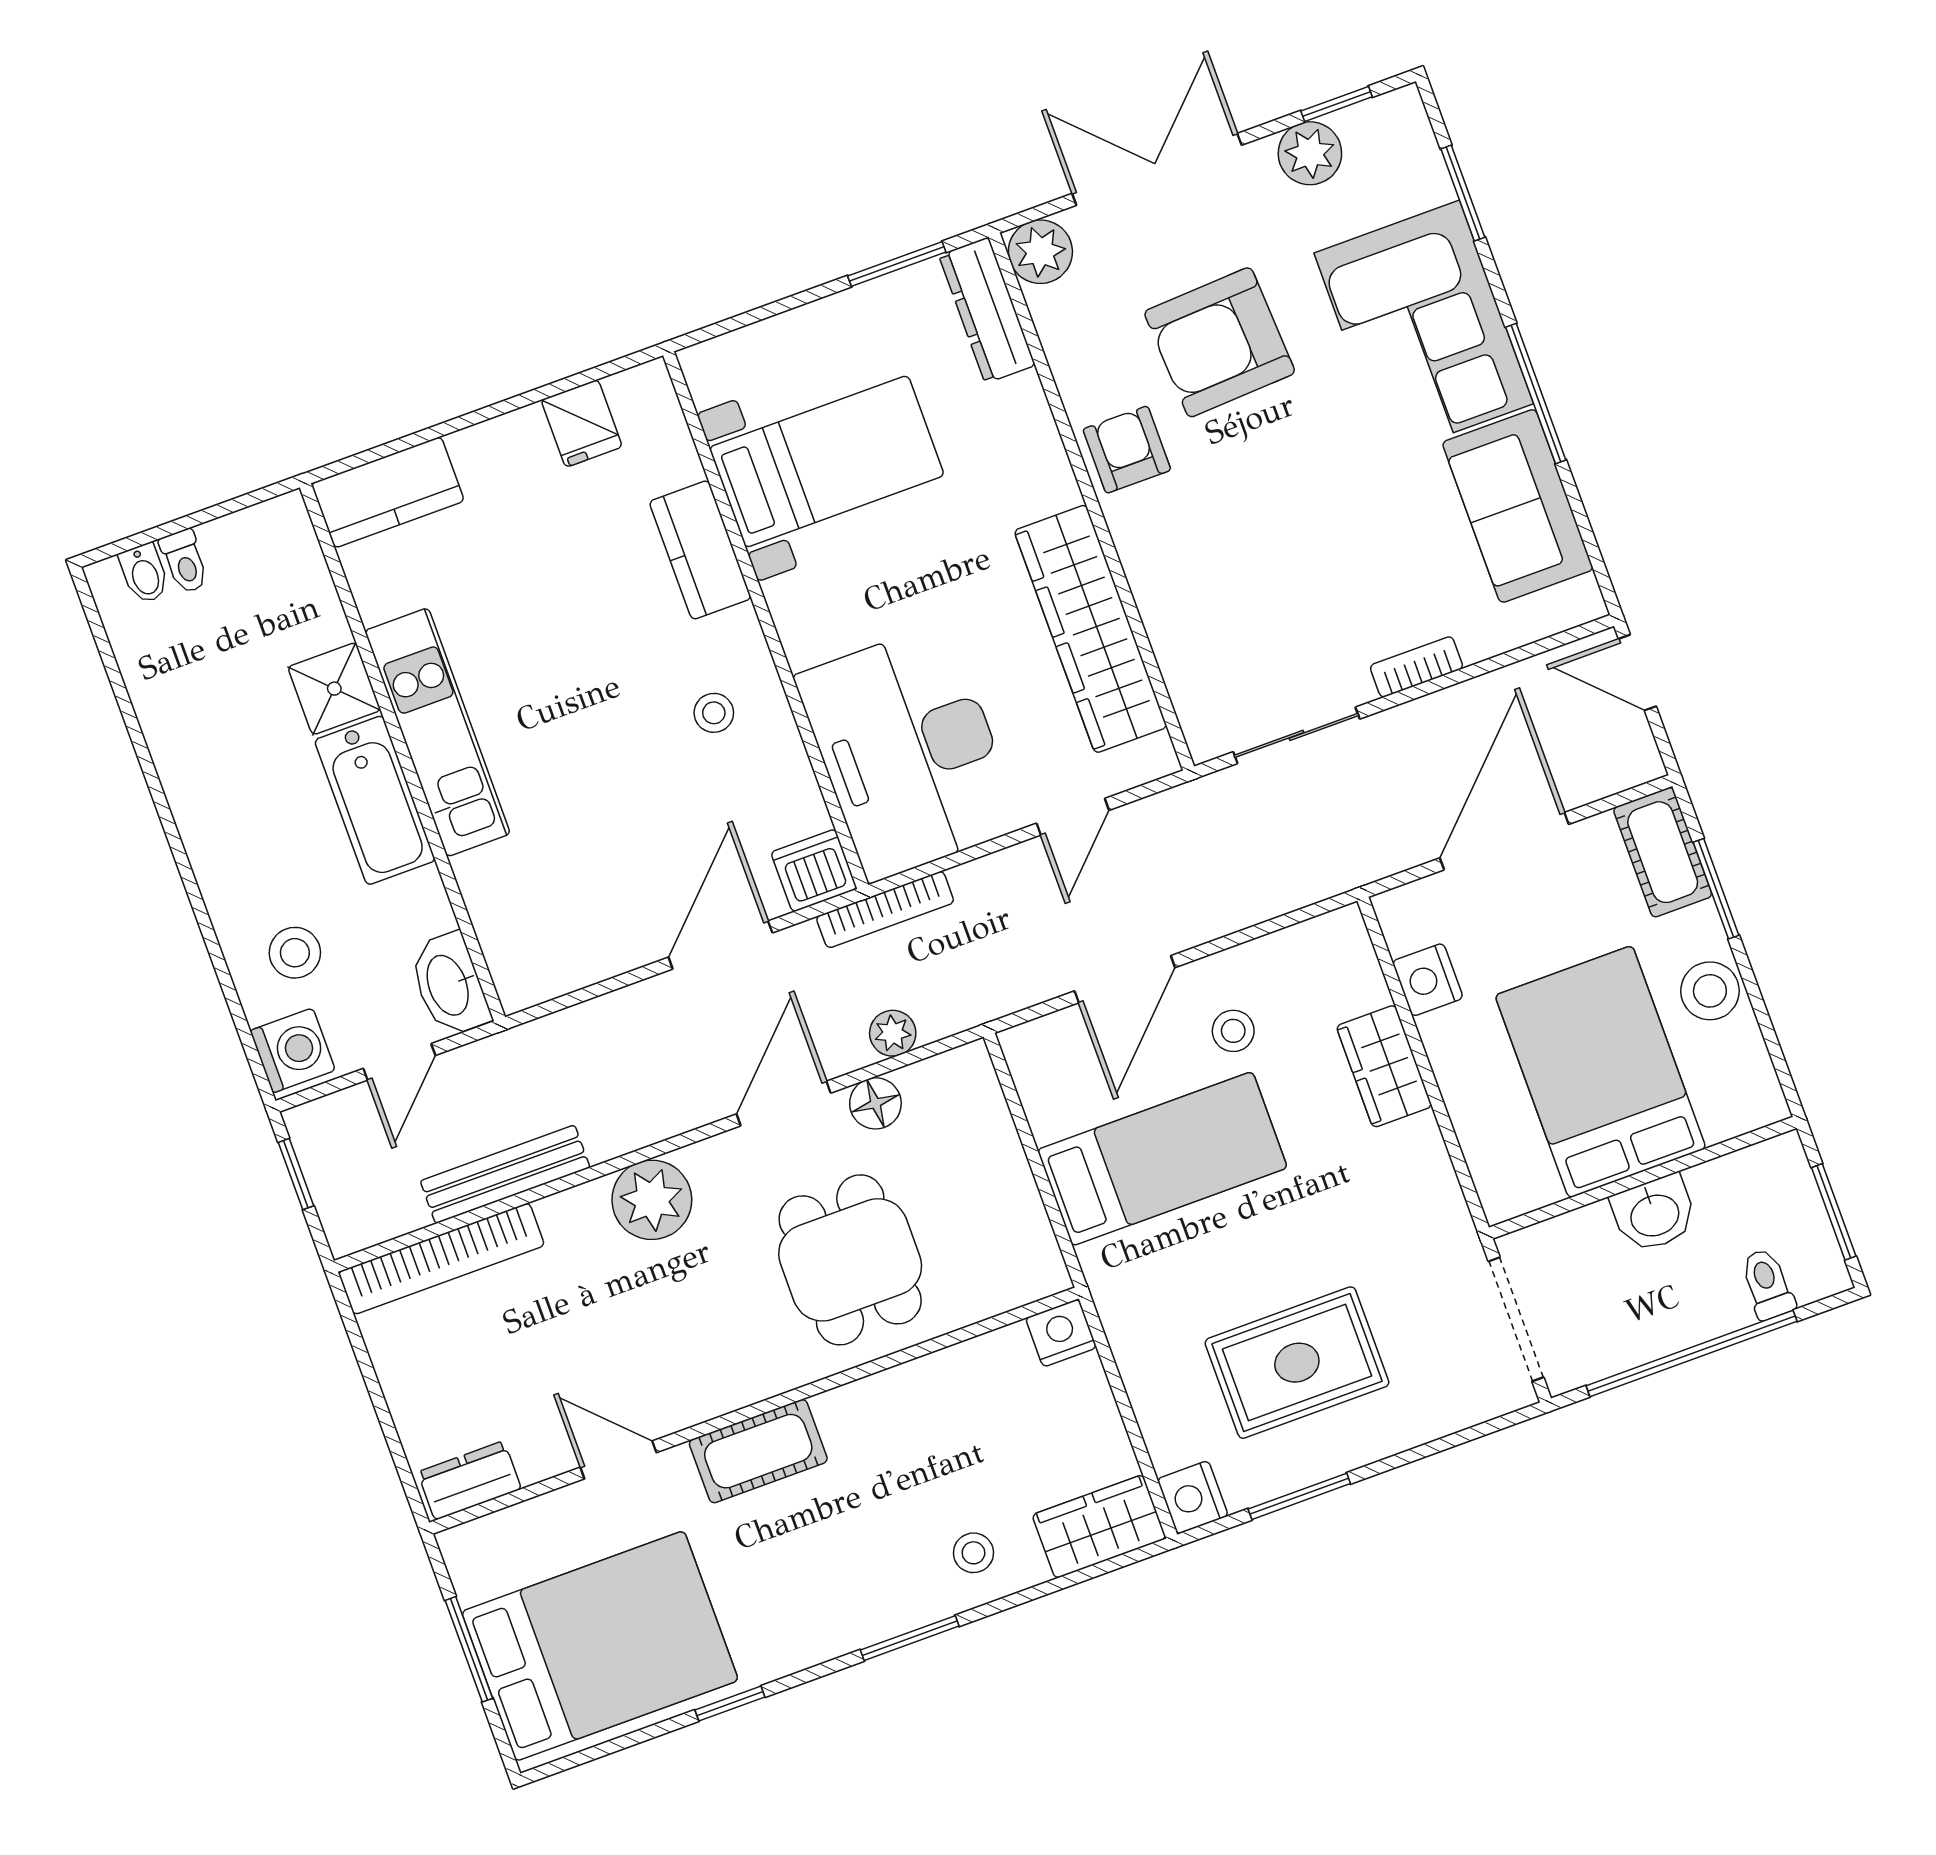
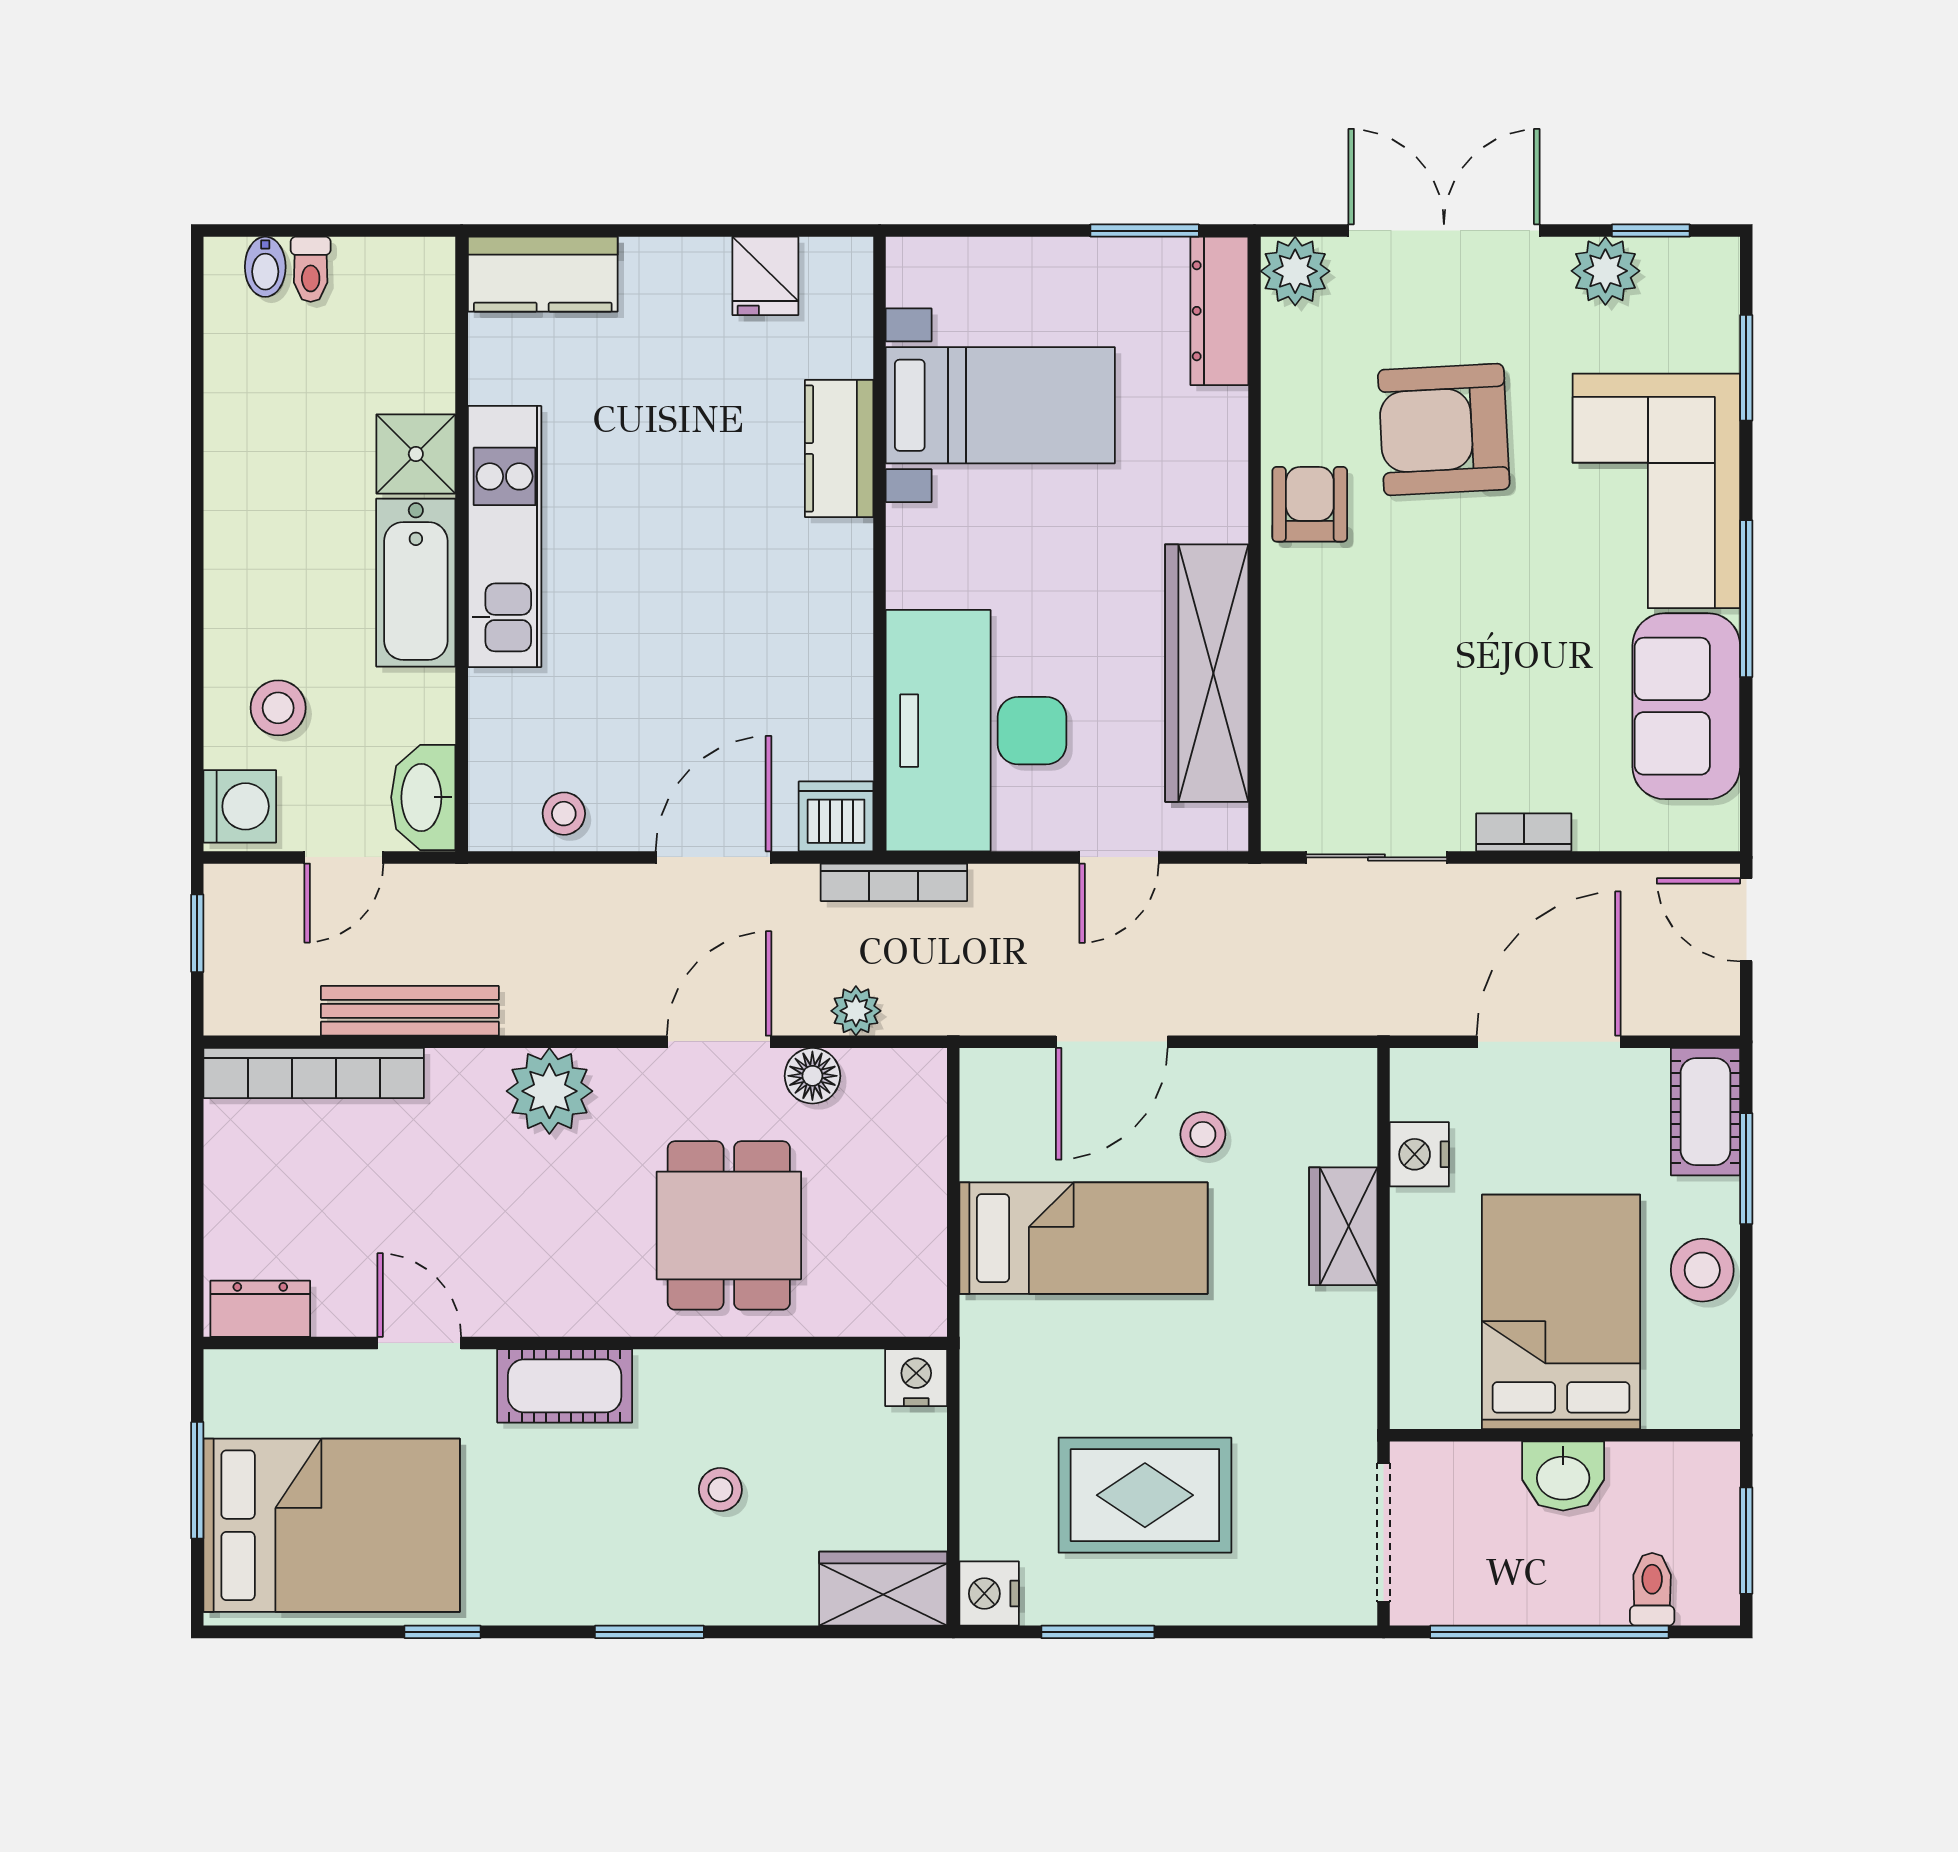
stool: (714, 713) -> (564, 814), moved
stool: (973, 1553) -> (720, 1490), moved

